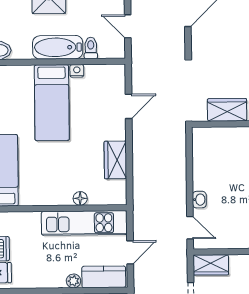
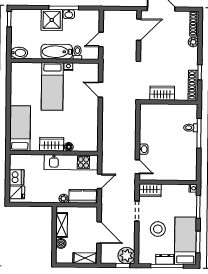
door: (128, 26) -> (101, 39), hinge flipped
door: (129, 106) -> (100, 90), swing flipped
wardrobe: (115, 160) -> (52, 144), moved, turned 90

